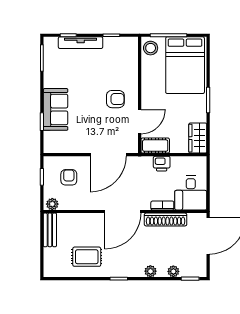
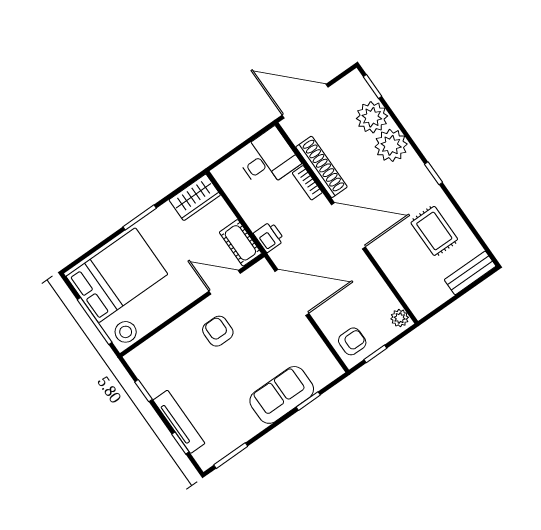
printer: (162, 164) -> (269, 237), moved
armchair: (69, 177) -> (352, 341), moved, turned 180
bench: (50, 230) -> (470, 273), moved
plant: (150, 271) -> (391, 145), width x1.88, depth x1.88
plant: (173, 271) -> (372, 117), width x1.88, depth x1.88

